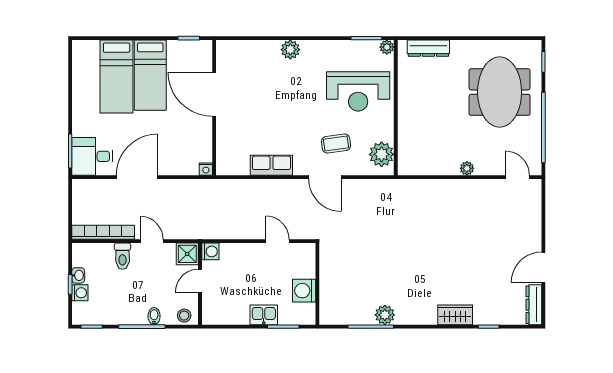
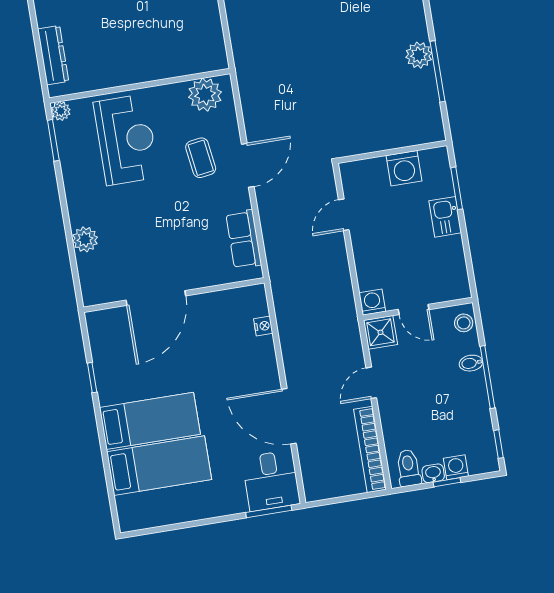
door: (214, 94) -> (156, 298), moved
wall: (214, 108) -> (174, 295), moved
toilet: (123, 256) -> (408, 468), moved, turned -90

